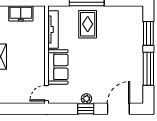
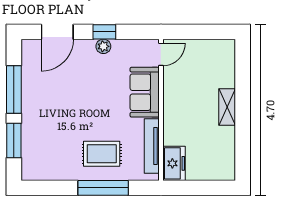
freezer: (21, 13) -> (174, 163), moved, turned 90
rug: (88, 24) -> (102, 154), turned 90

